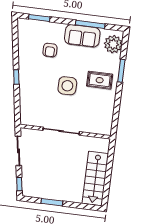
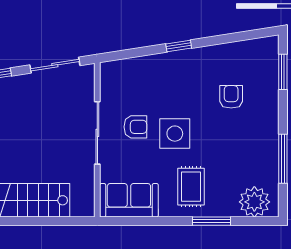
sofa: (82, 36) -> (129, 200), moved, turned 90
armchair: (50, 50) -> (231, 97), turned 90
armchair: (60, 108) -> (135, 127), added

